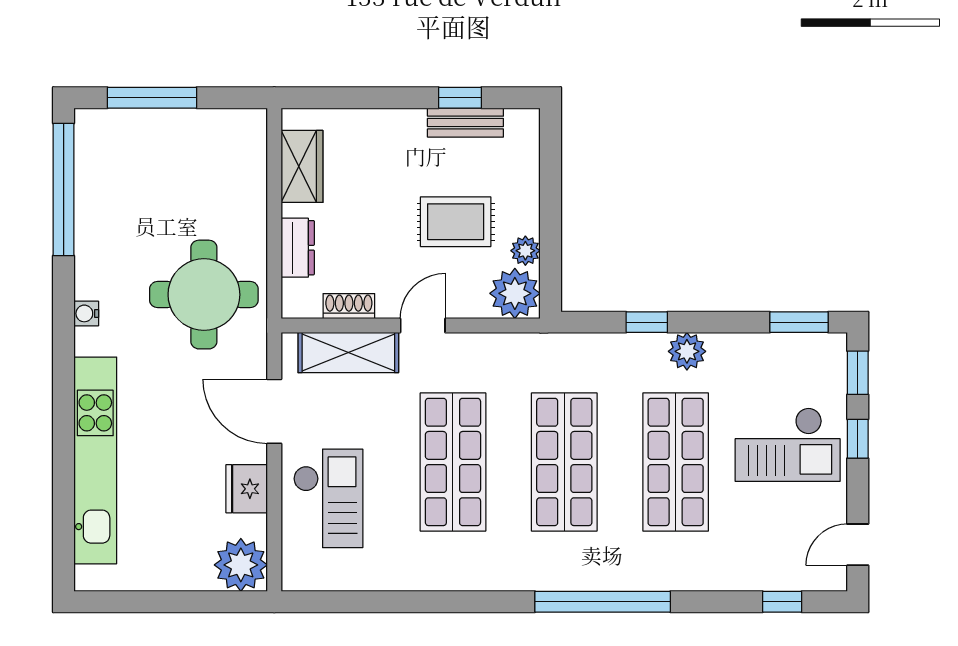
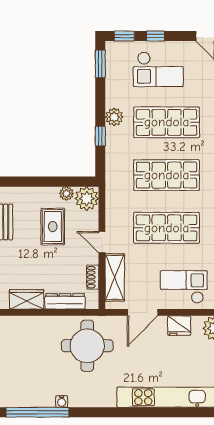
dresser: (298, 248) -> (65, 301), width x1.44
water cooler: (86, 313) -> (62, 401), moved
checkout: (788, 445) -> (158, 69), turned 90

